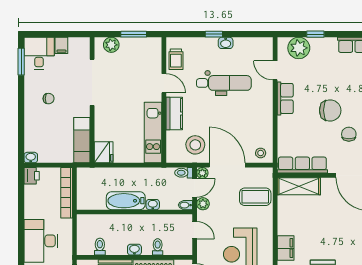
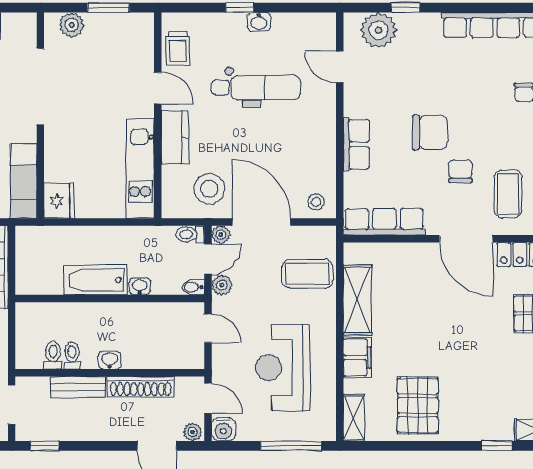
row of seats: (285, 98) -> (356, 144), moved
shelving: (299, 186) -> (357, 300), moved, turned 90
toilet: (158, 247) -> (72, 356), moved

